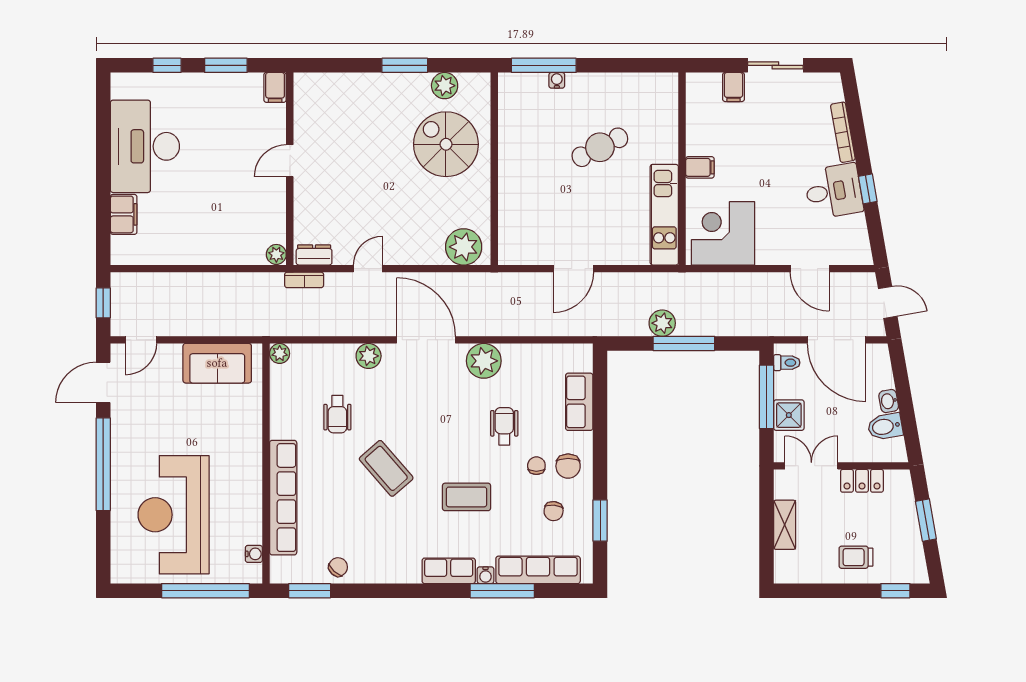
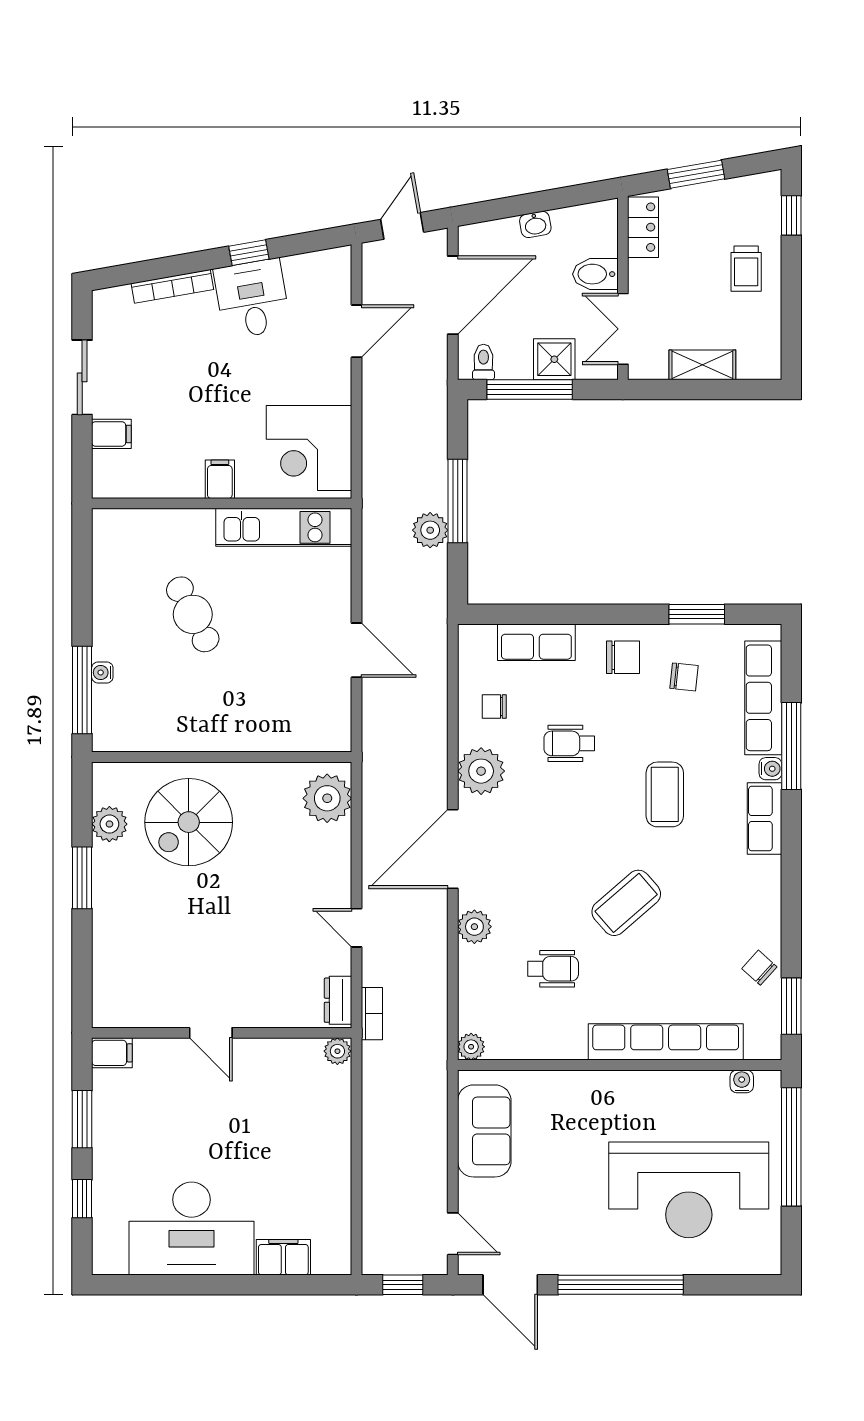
bidet: (885, 427) -> (595, 274), moved, turned 100
chair: (536, 466) -> (494, 707), moved
locker: (862, 481) -> (643, 227), moved

